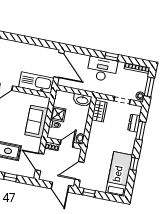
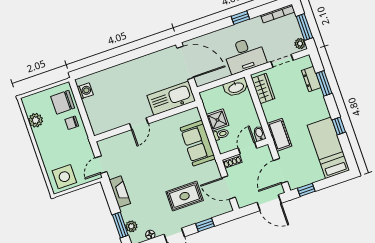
desk: (102, 69) -> (245, 55), moved, turned 180
cot: (92, 147) -> (279, 135), added

